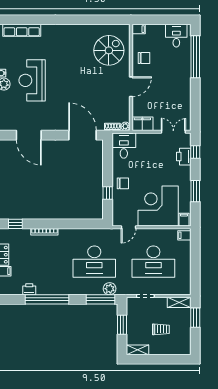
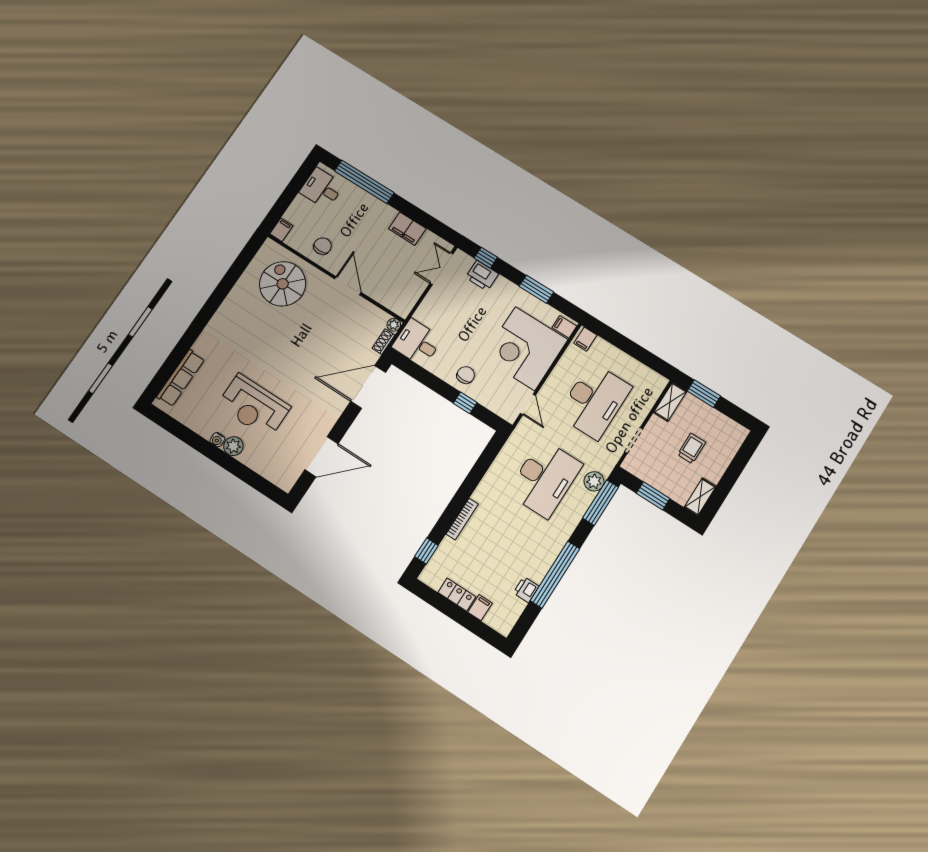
filing cabinet: (142, 124) -> (407, 229), moved, turned -90

